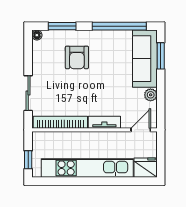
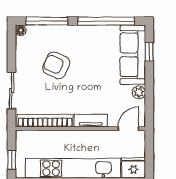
window: (62, 26) -> (47, 21), width x1.44
window: (161, 56) -> (149, 52), width x0.67
armchair: (77, 57) -> (56, 65), moved, turned 113

